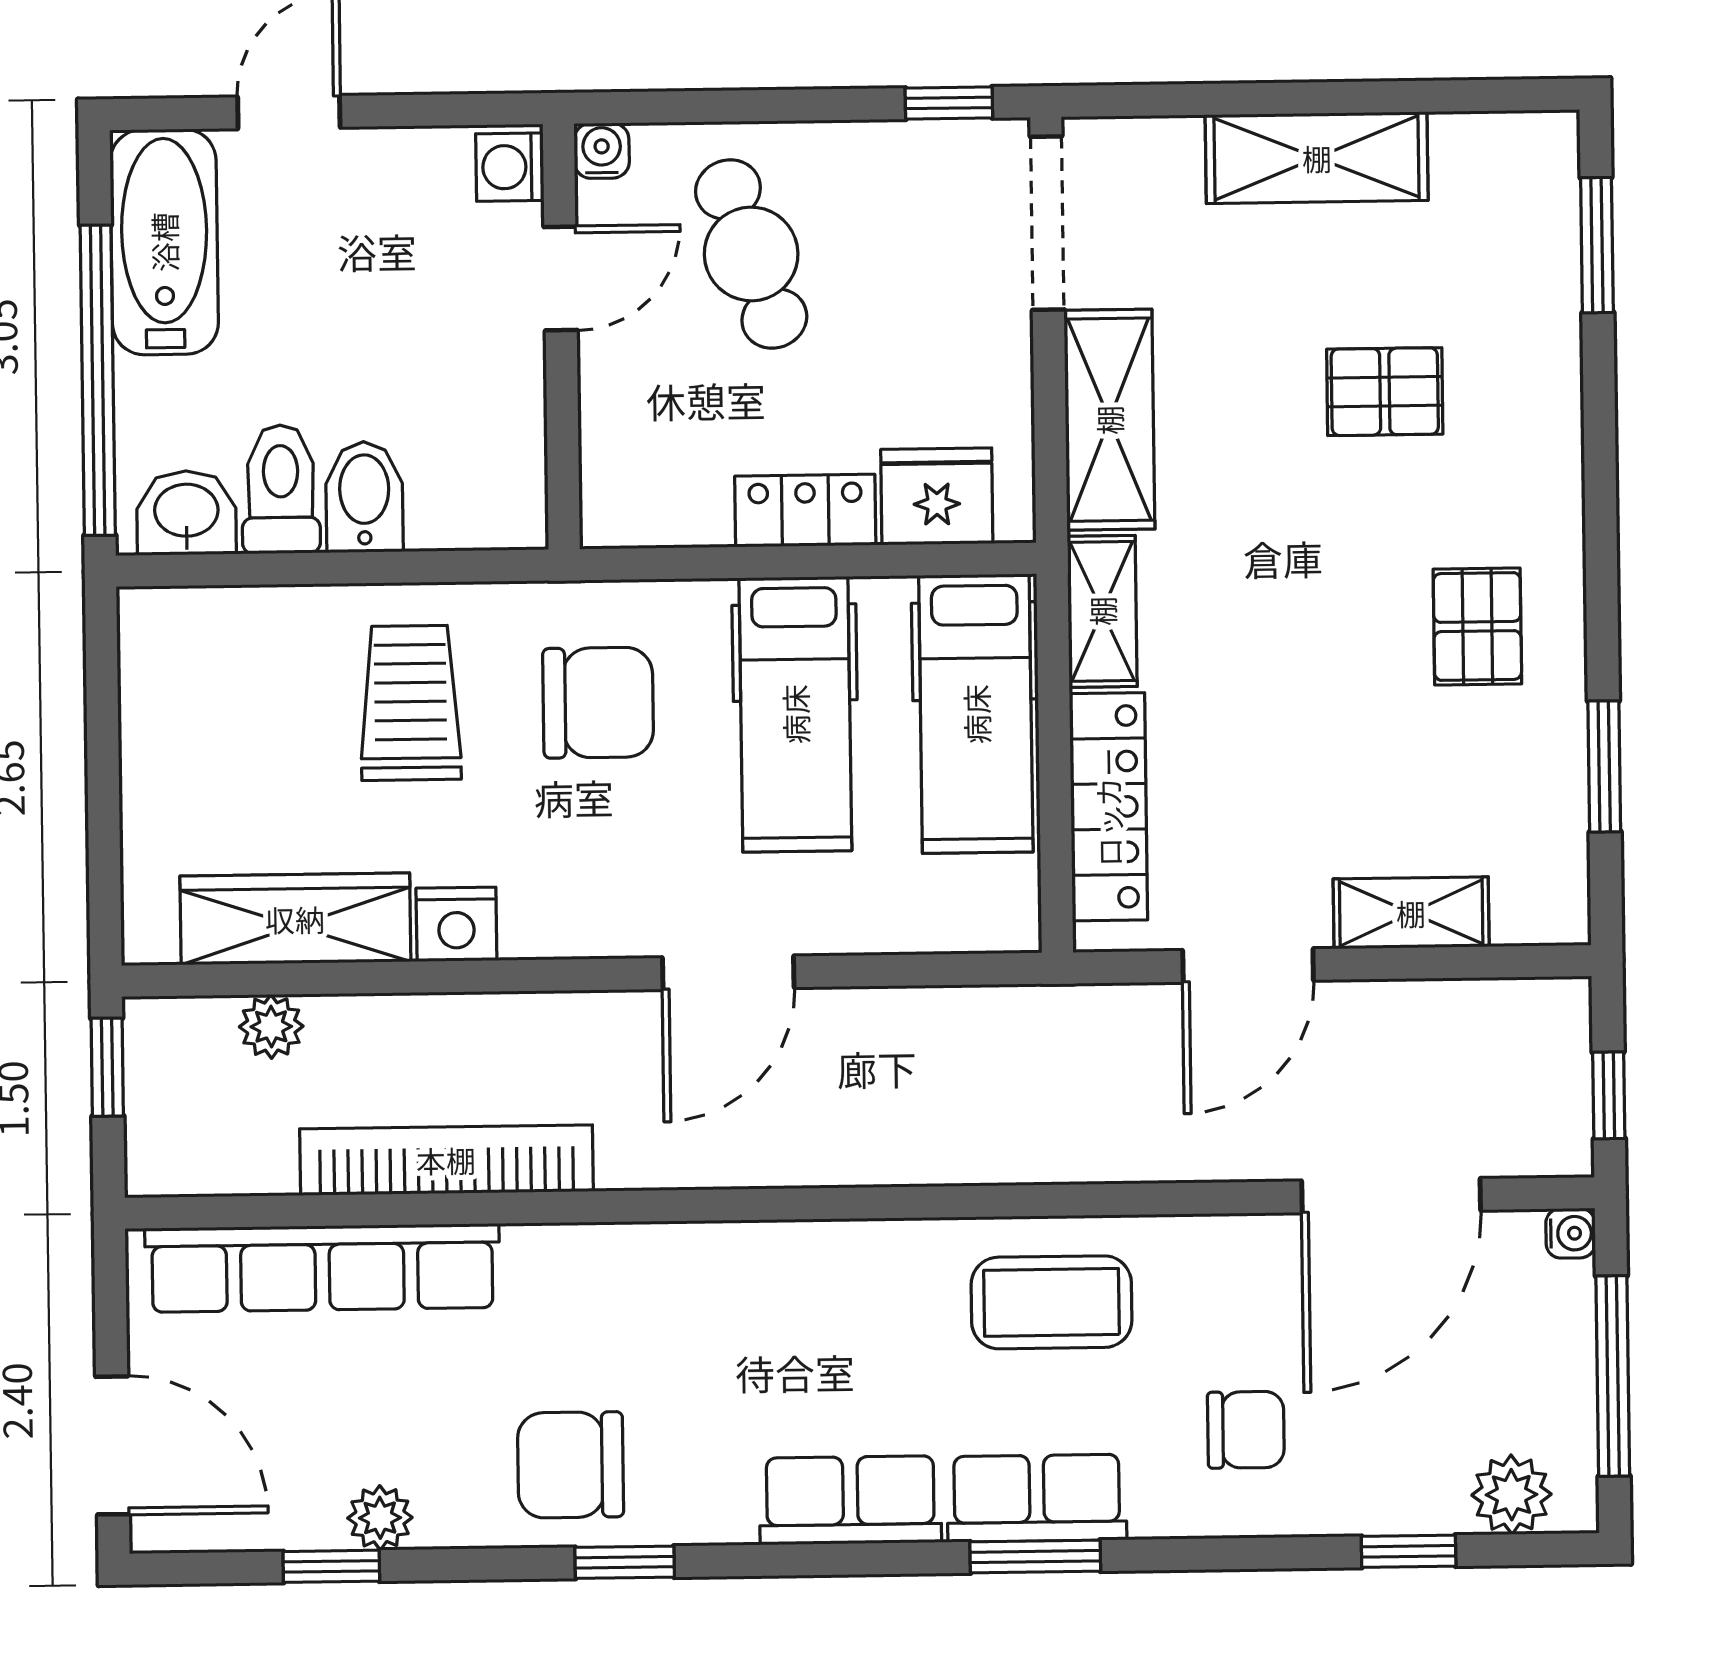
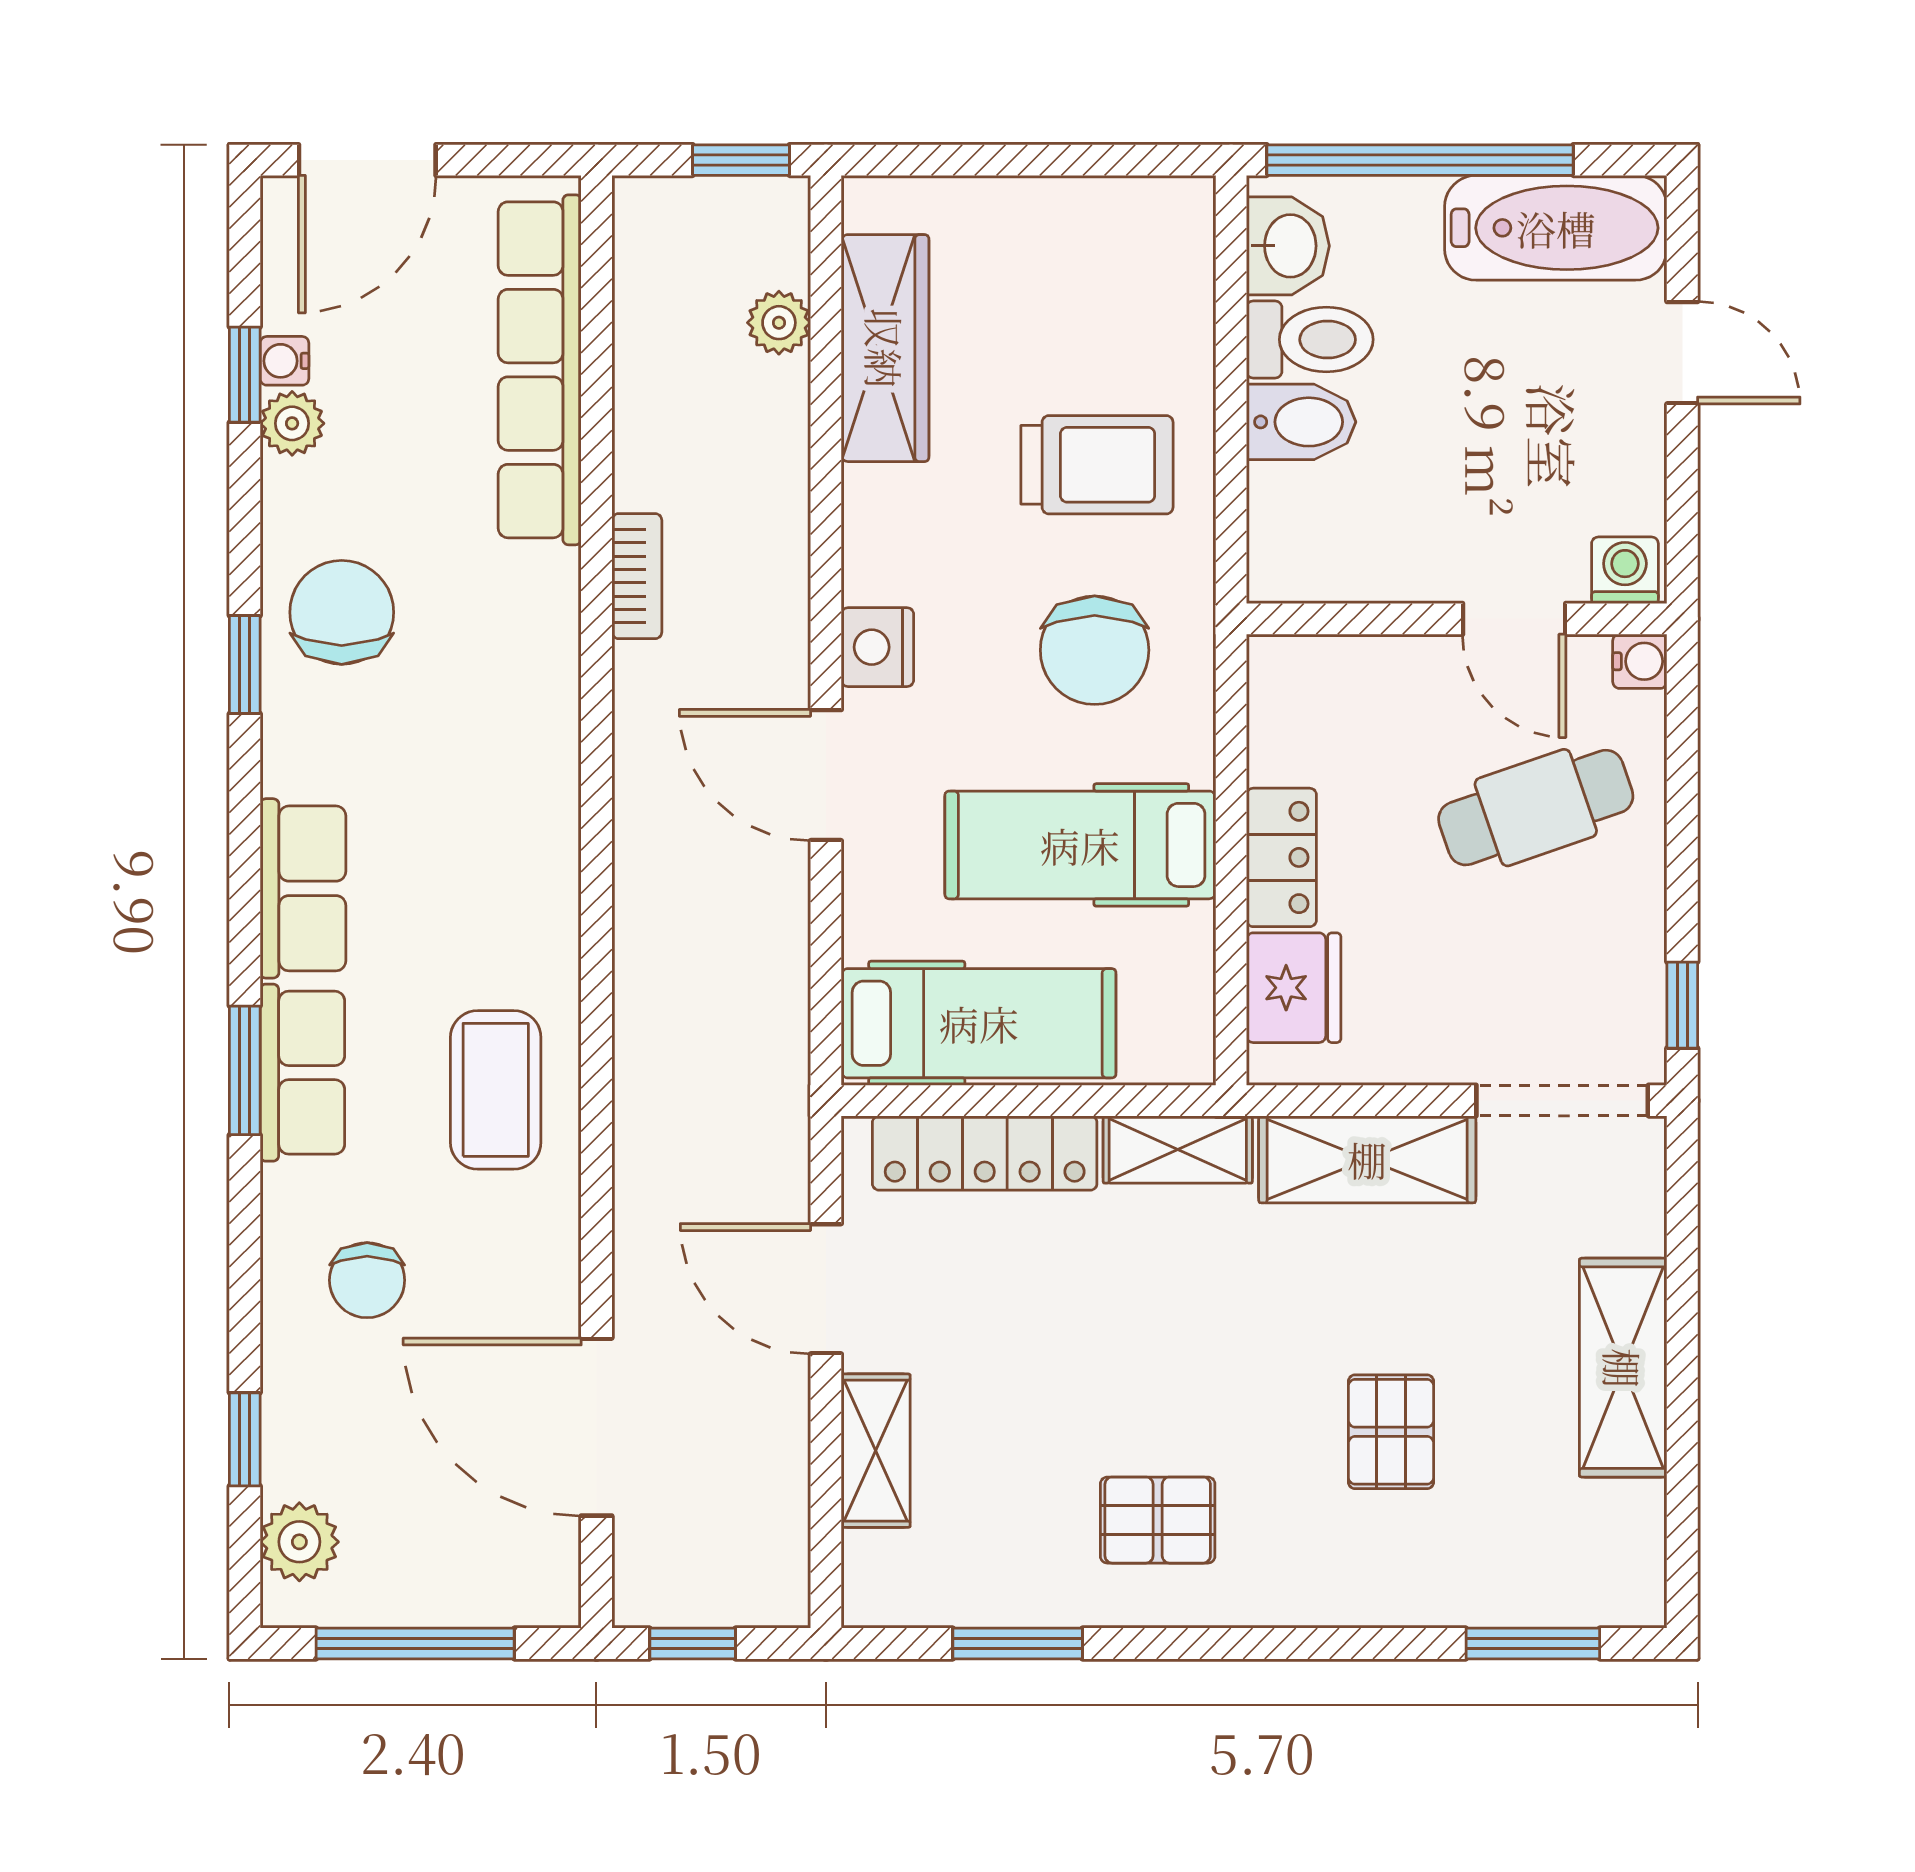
hospital bed: (976, 714) -> (979, 1023), moved, turned 180
nightstand: (456, 924) -> (877, 647), moved
bookcase: (446, 1160) -> (637, 576), width x0.43, depth x0.76
water cooler: (1571, 1233) -> (284, 361), moved, turned 90

